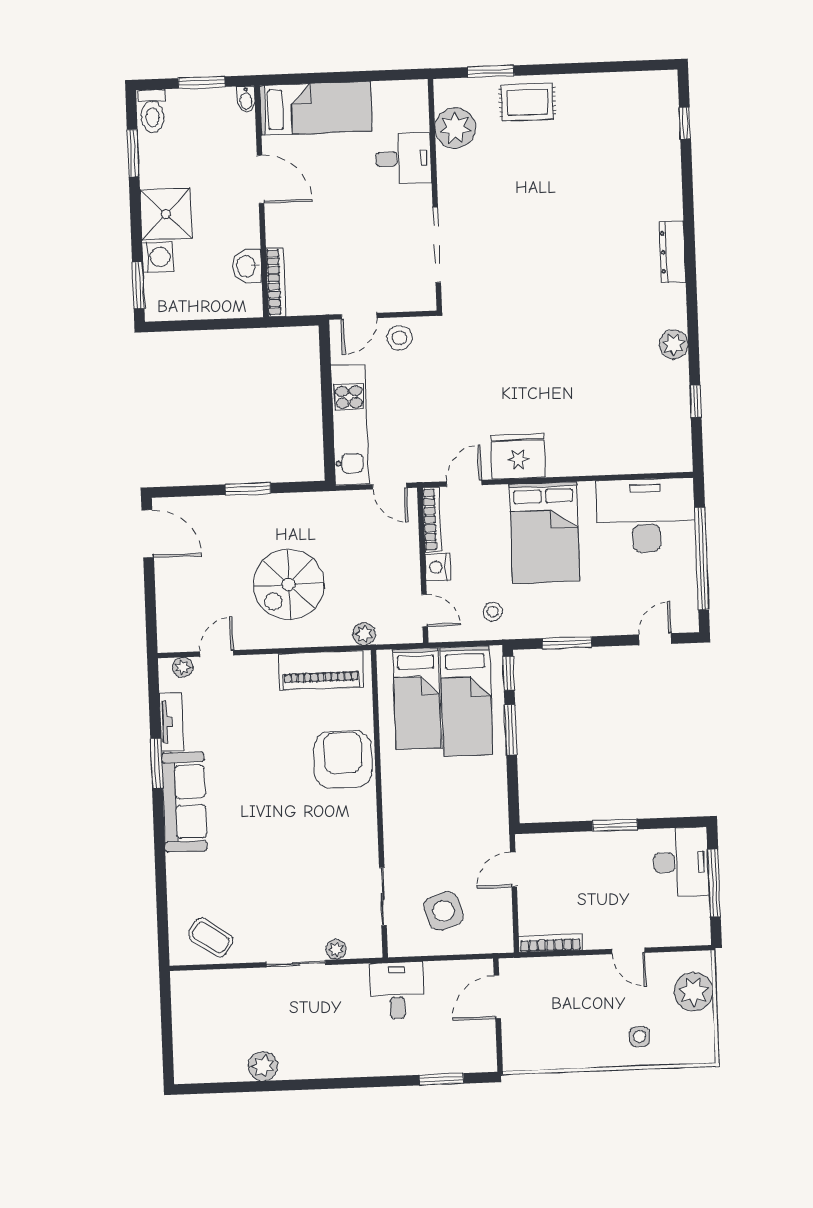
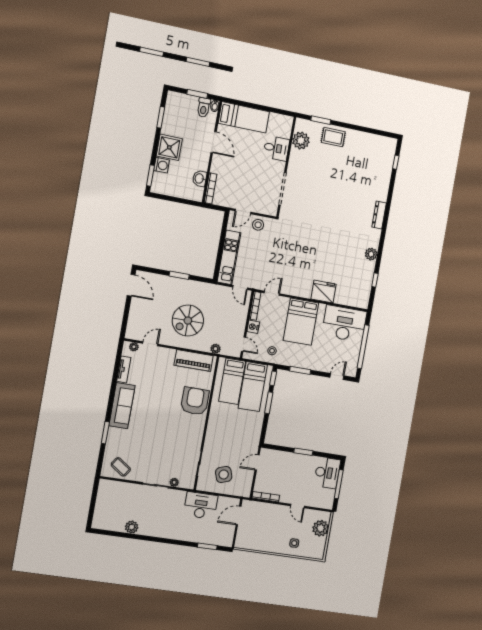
toilet: (152, 111) -> (204, 107), moved
fridge: (518, 456) -> (324, 292), moved
window: (157, 763) -> (105, 433), moved
desk: (397, 990) -> (201, 505), width x1.37

